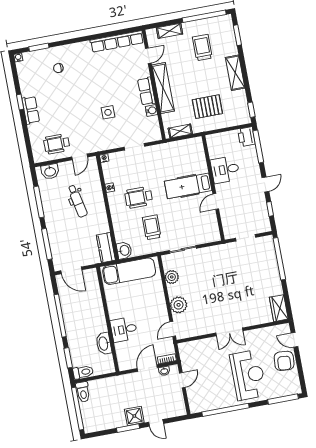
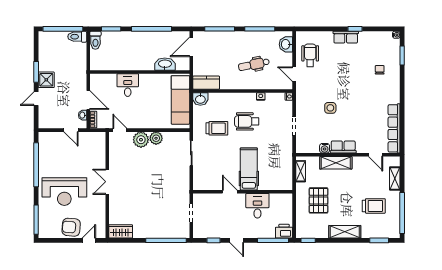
shelving: (163, 88) -> (336, 163), width x0.68
wheelchair: (139, 197) -> (247, 121), turned -90
plant: (172, 277) -> (156, 138), moved
washbasin: (104, 344) -> (165, 64), moved

